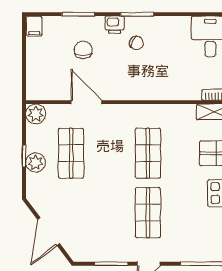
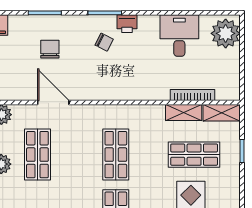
printer: (115, 25) -> (127, 24), moved

